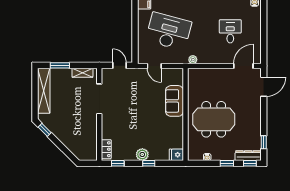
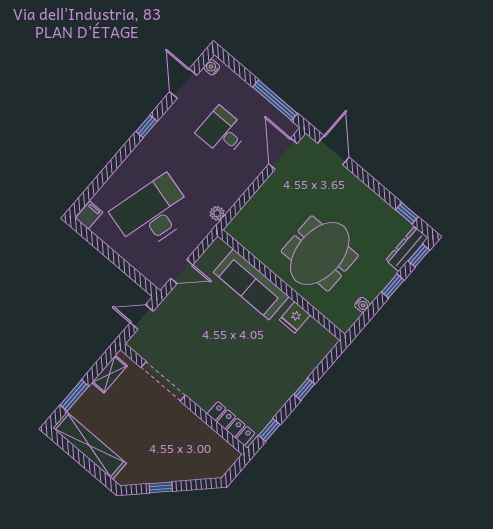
window: (264, 42) -> (275, 100), added
sofa: (175, 101) -> (251, 284), width x1.36
window: (45, 130) -> (161, 487), moved
locker: (106, 149) -> (231, 423), width x1.53
plant: (142, 154) -> (285, 388), removed
fridge: (176, 155) -> (295, 317), moved

